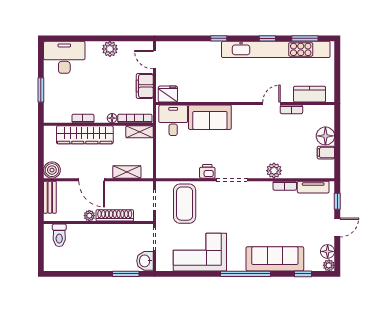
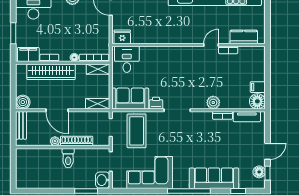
filing cabinet: (145, 86) -> (28, 54), moved, turned 90
sofa: (210, 117) -> (130, 99), moved, turned 180
floor lamp: (325, 136) -> (257, 101), moved
shelving: (127, 172) -> (98, 104), moved
window: (337, 201) -> (268, 173), moved
toilet: (59, 235) -> (68, 158), moved
plant: (329, 265) -> (260, 184), removed

